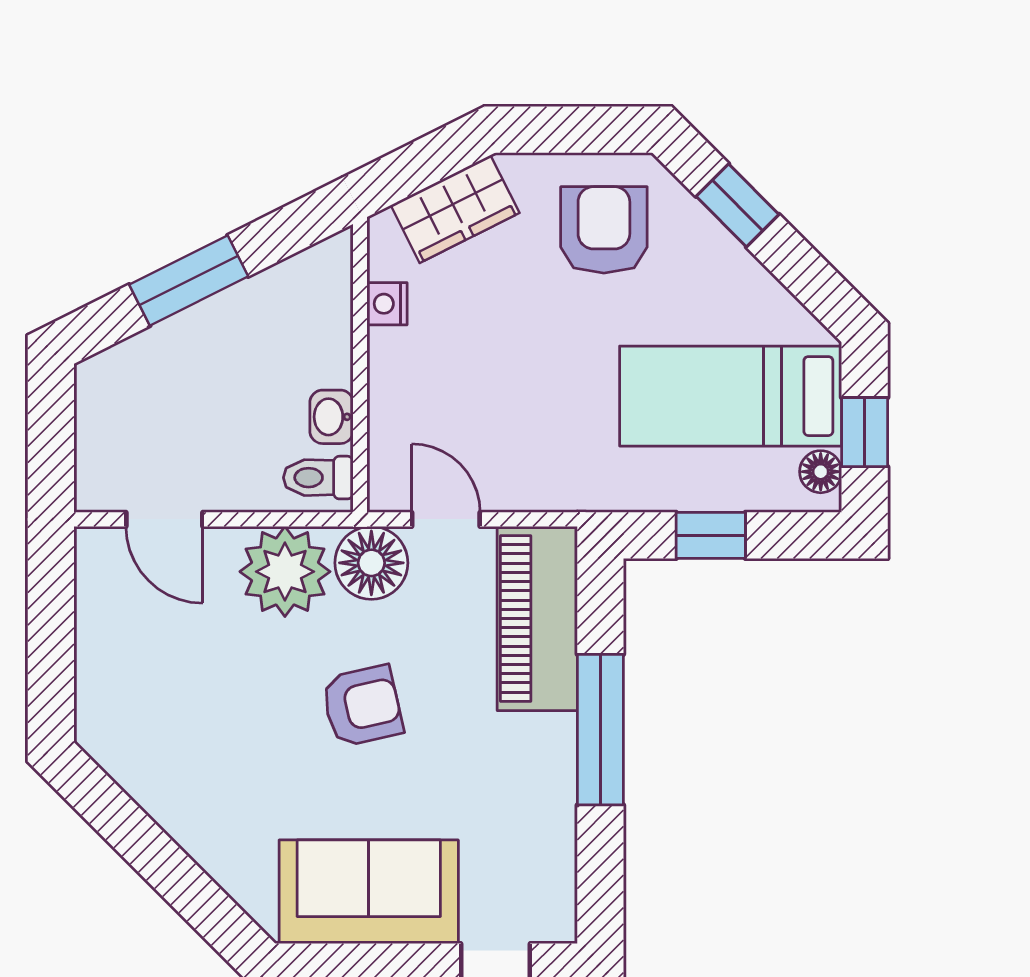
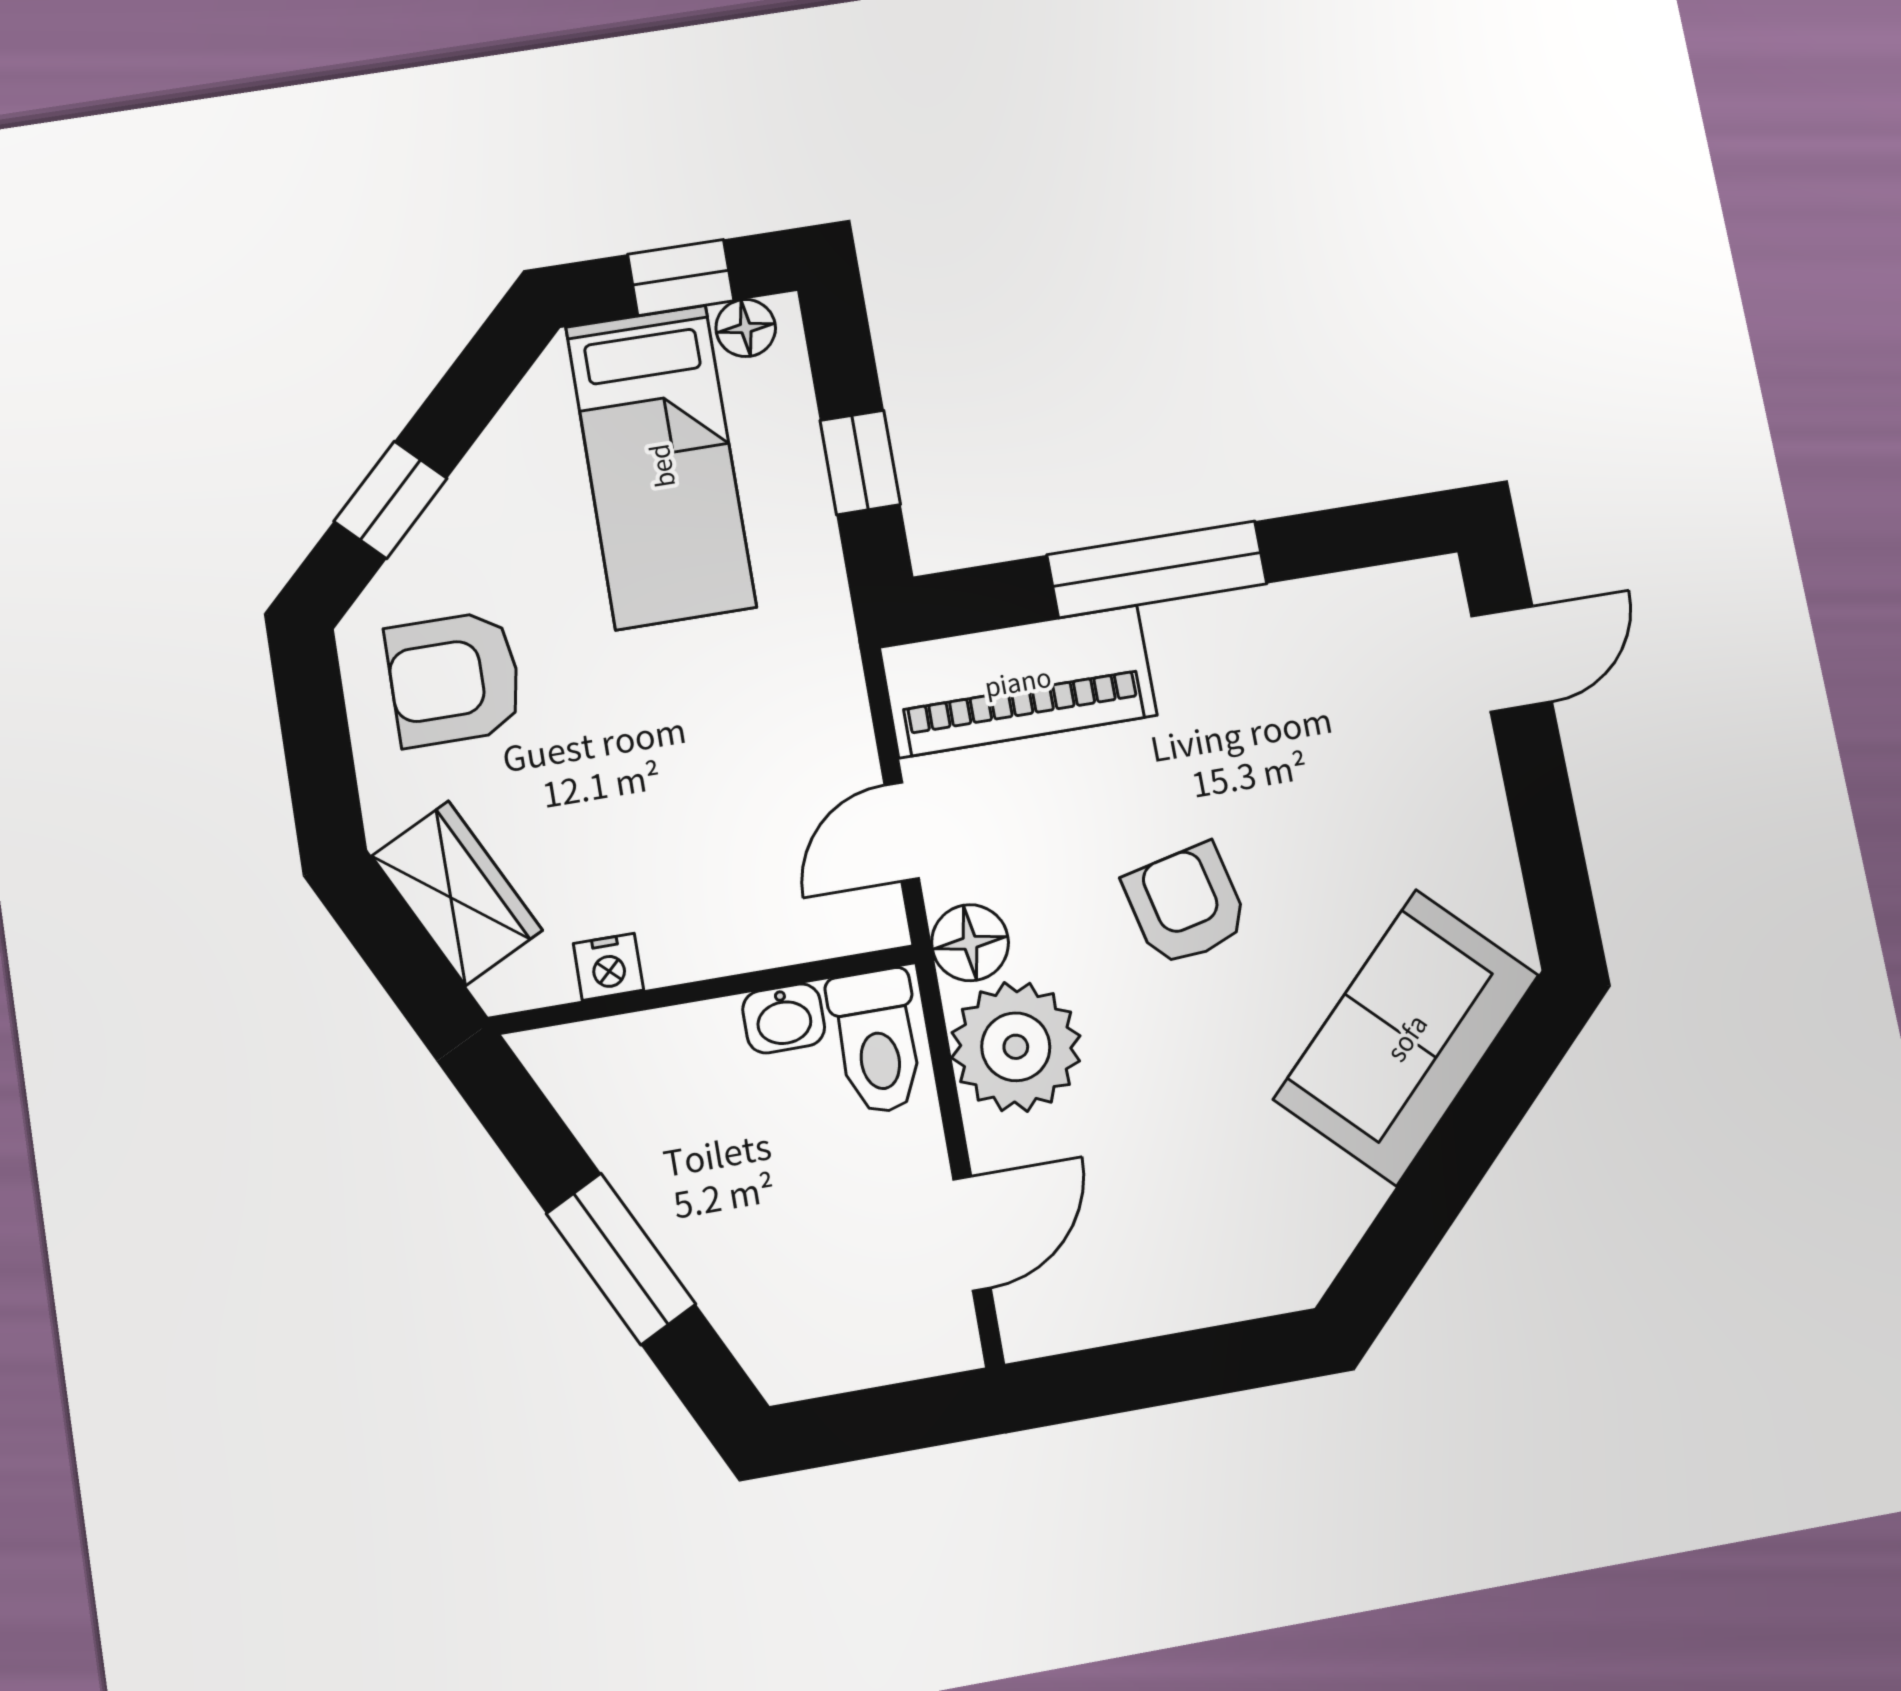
toilet: (318, 478) -> (877, 1041), width x1.37, depth x1.39
floor lamp: (371, 563) -> (970, 943), width x0.73, depth x0.73
sofa: (369, 892) -> (1406, 1037), moved, turned 45

